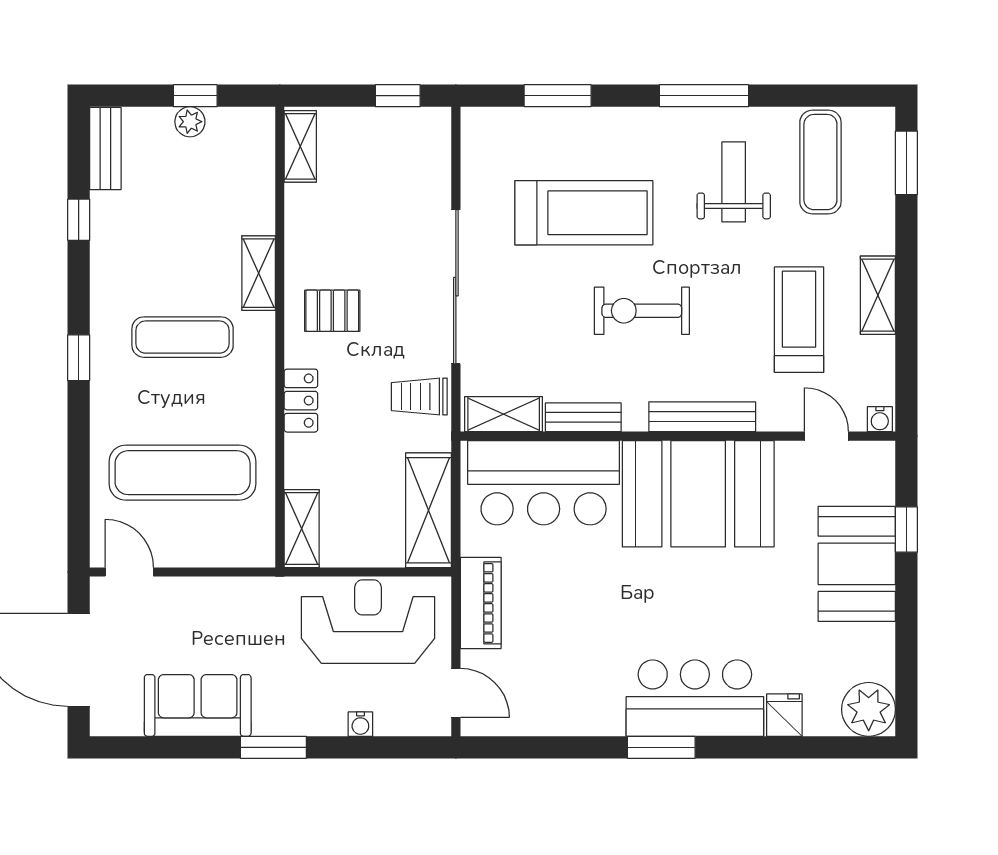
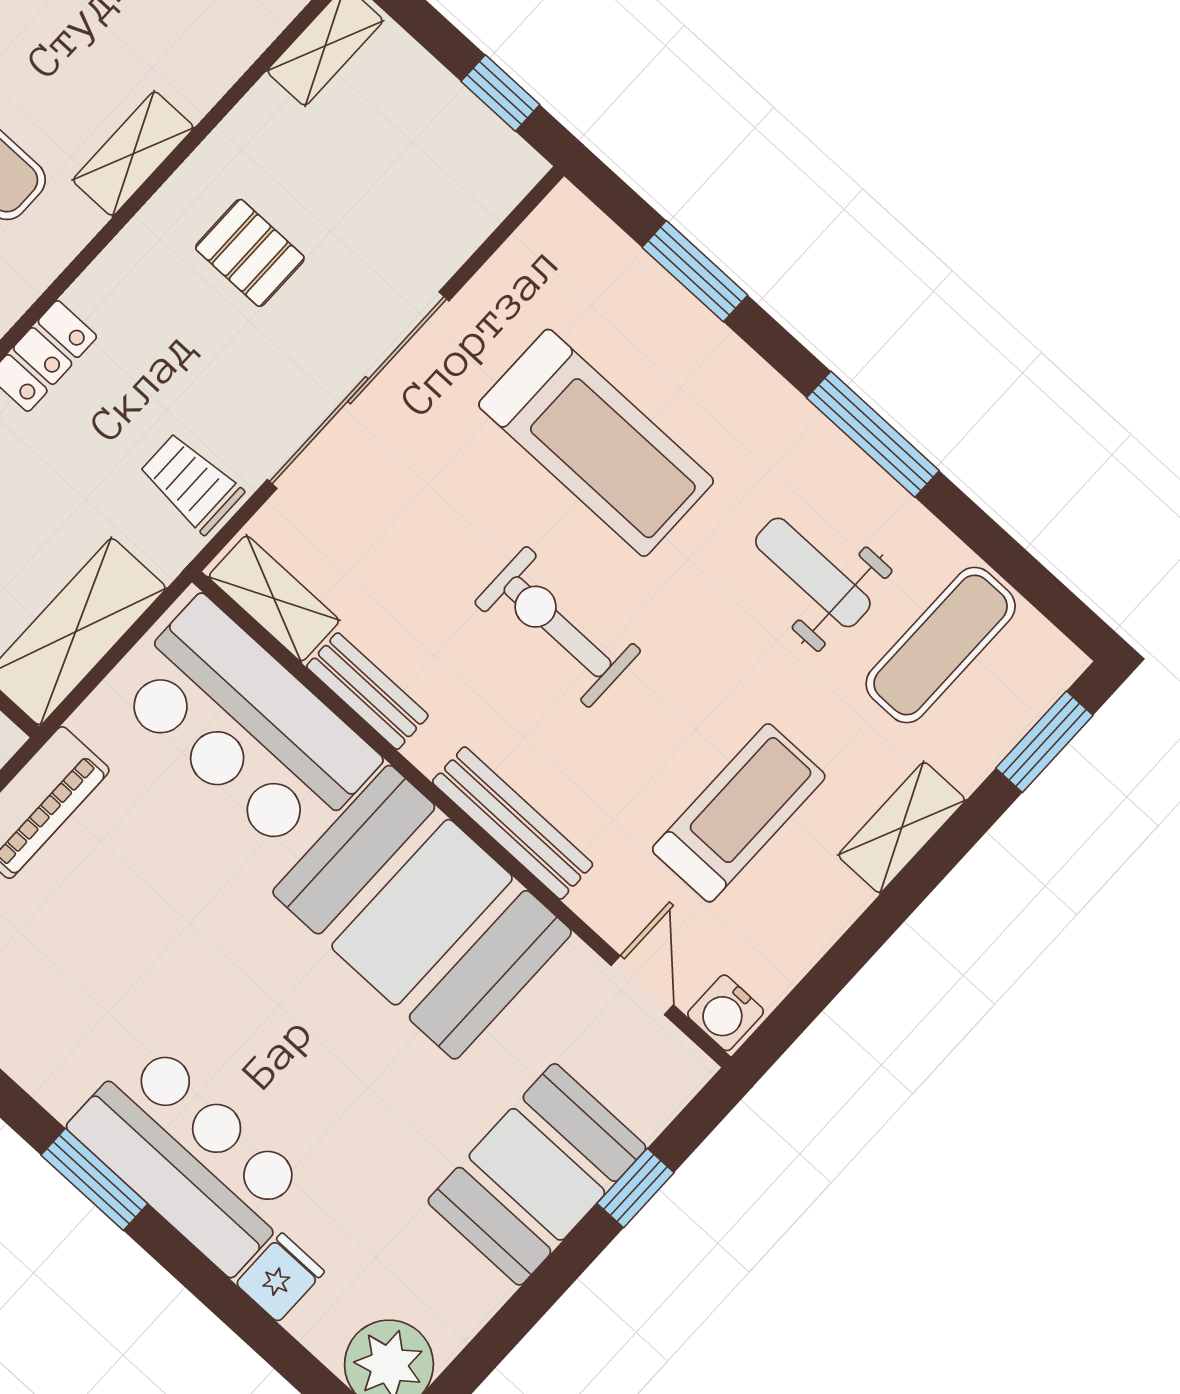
weight bench: (734, 182) -> (813, 572), turned -90
shelving: (878, 295) -> (902, 828), moved
pallet: (332, 311) -> (250, 253), moved
water cooler: (880, 419) -> (726, 1013), width x1.38, depth x1.38

